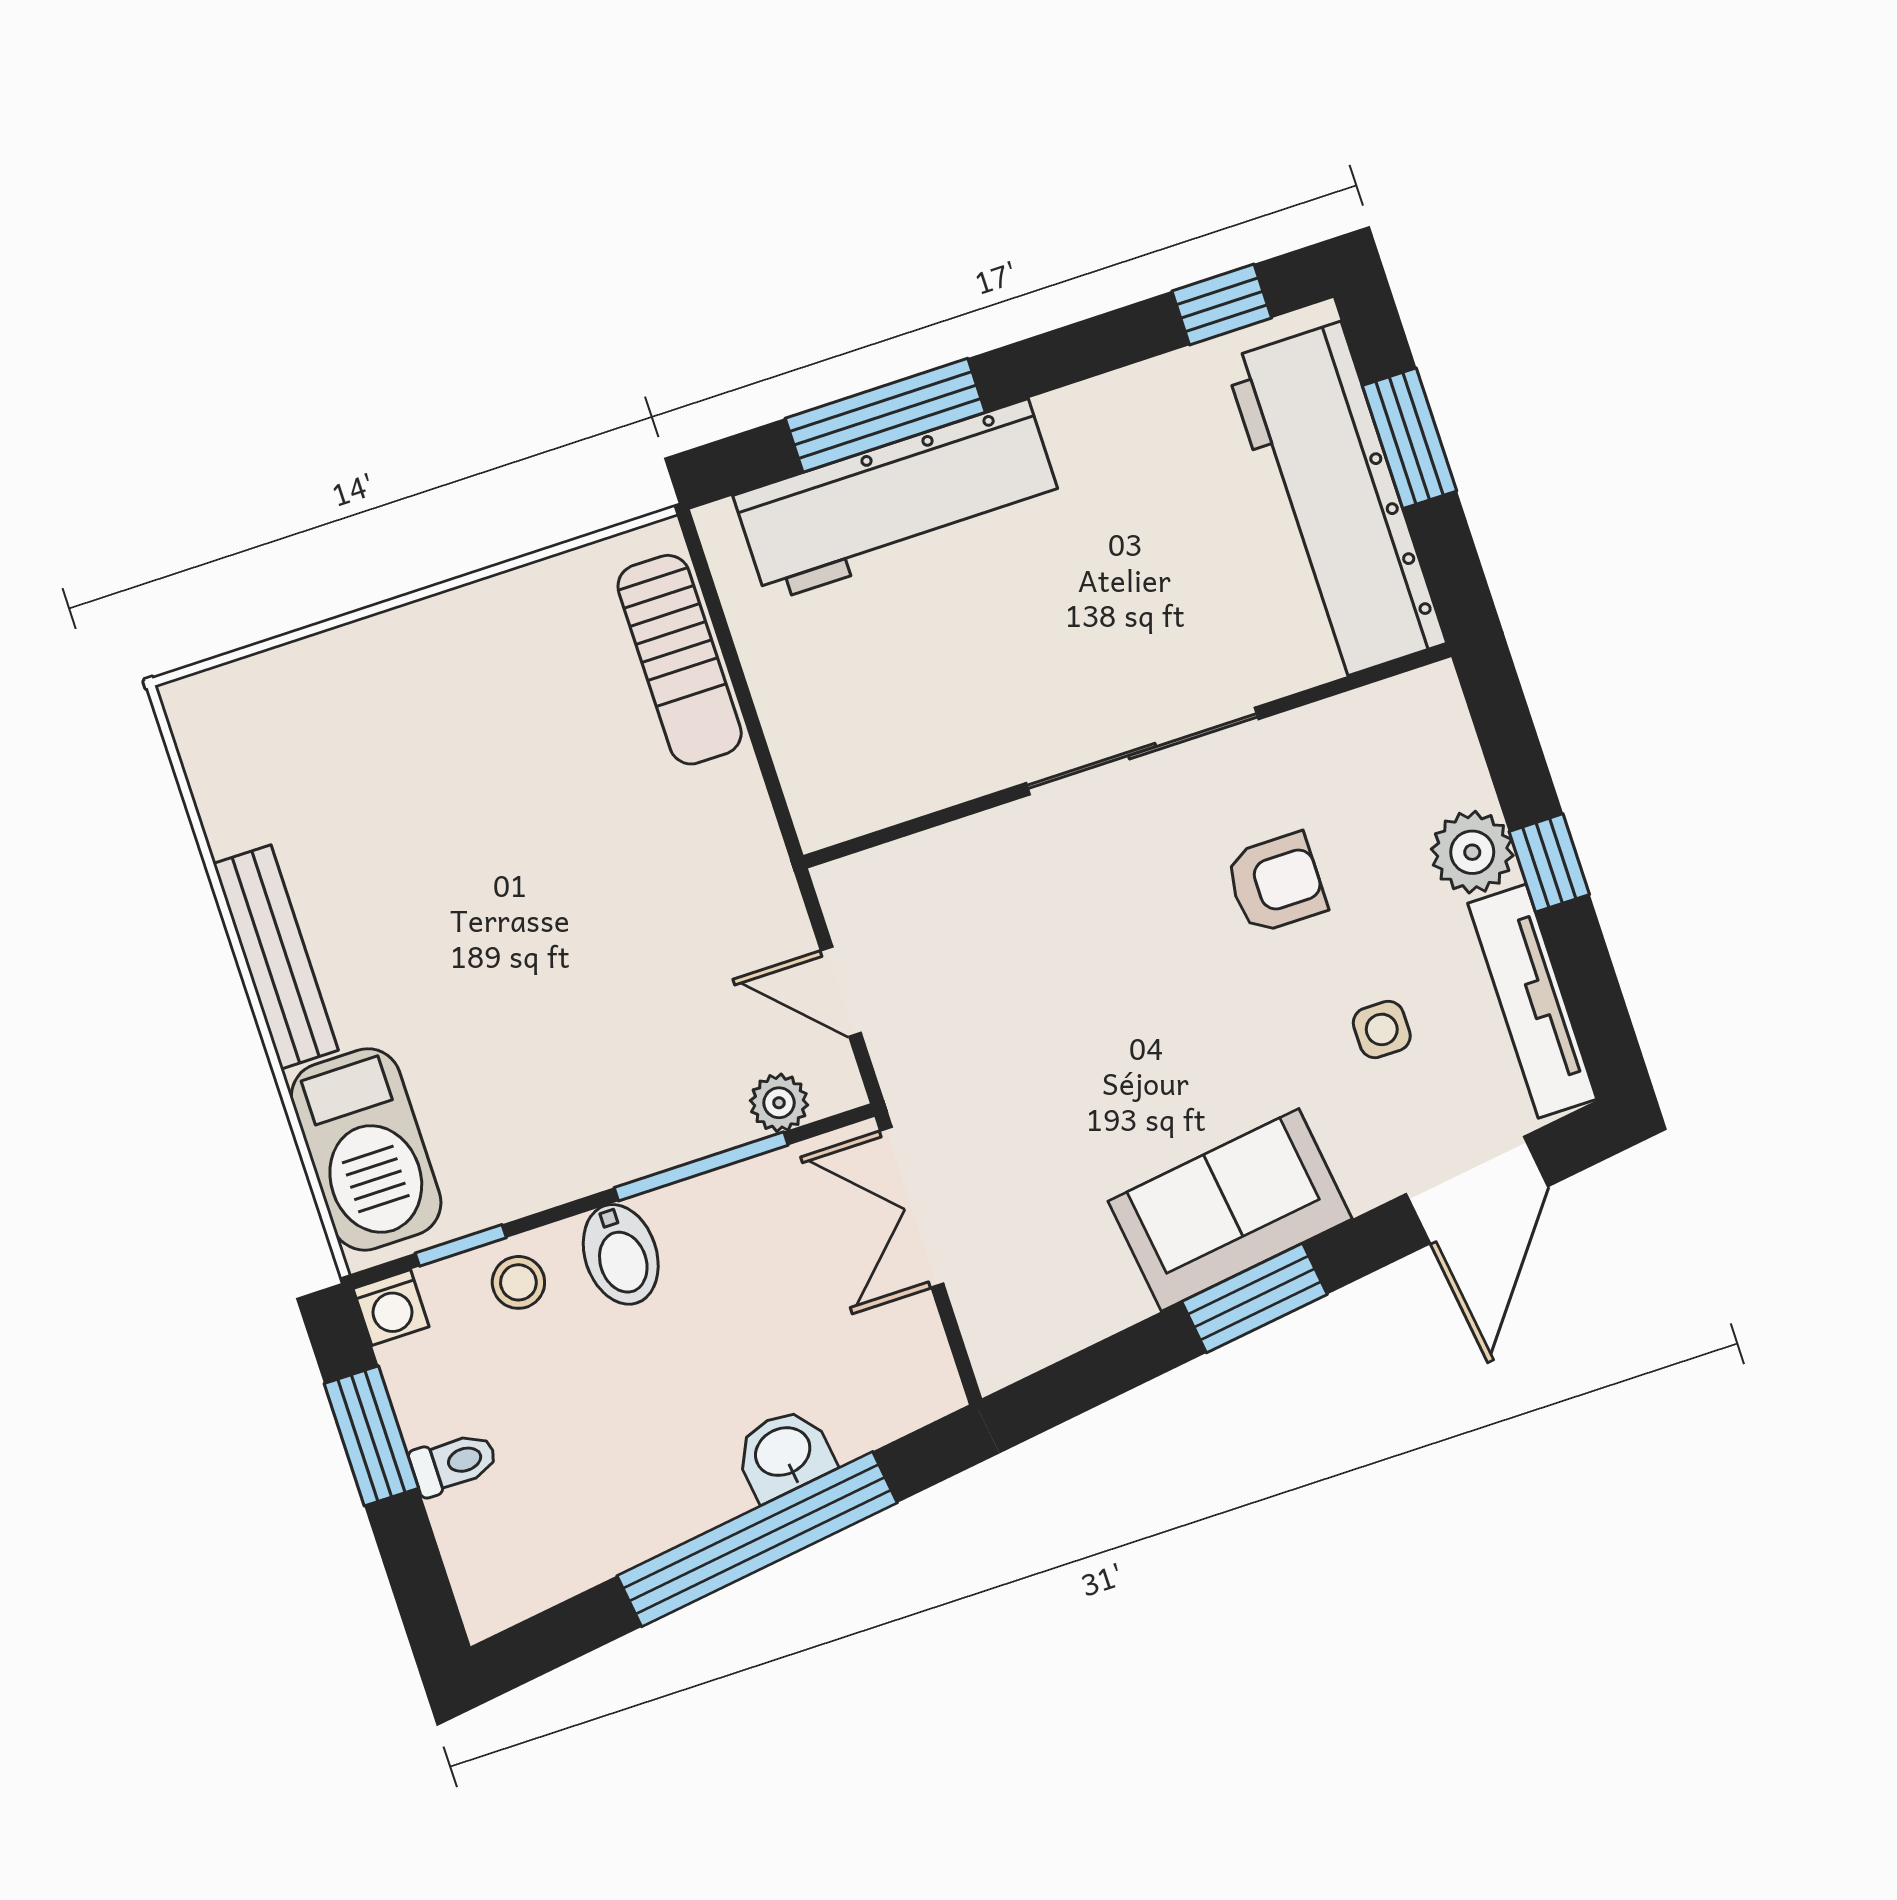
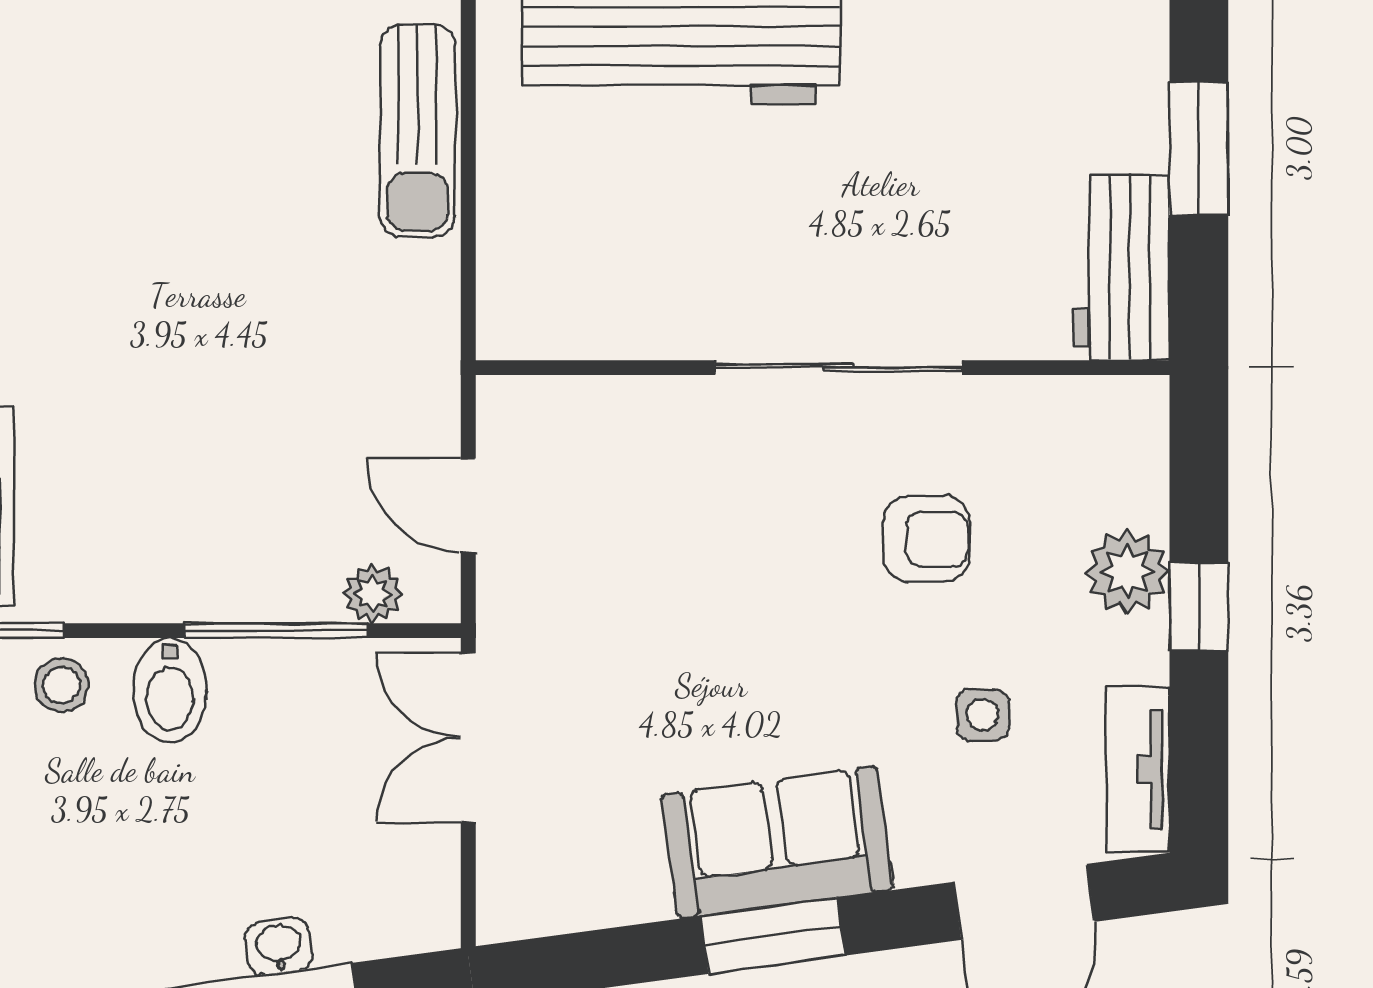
workbench: (1335, 501) -> (1122, 268), width x0.53, depth x0.76
tv unit: (1532, 1001) -> (1138, 769), width x0.71
washbasin: (784, 1454) -> (279, 946), width x0.72, depth x0.69

